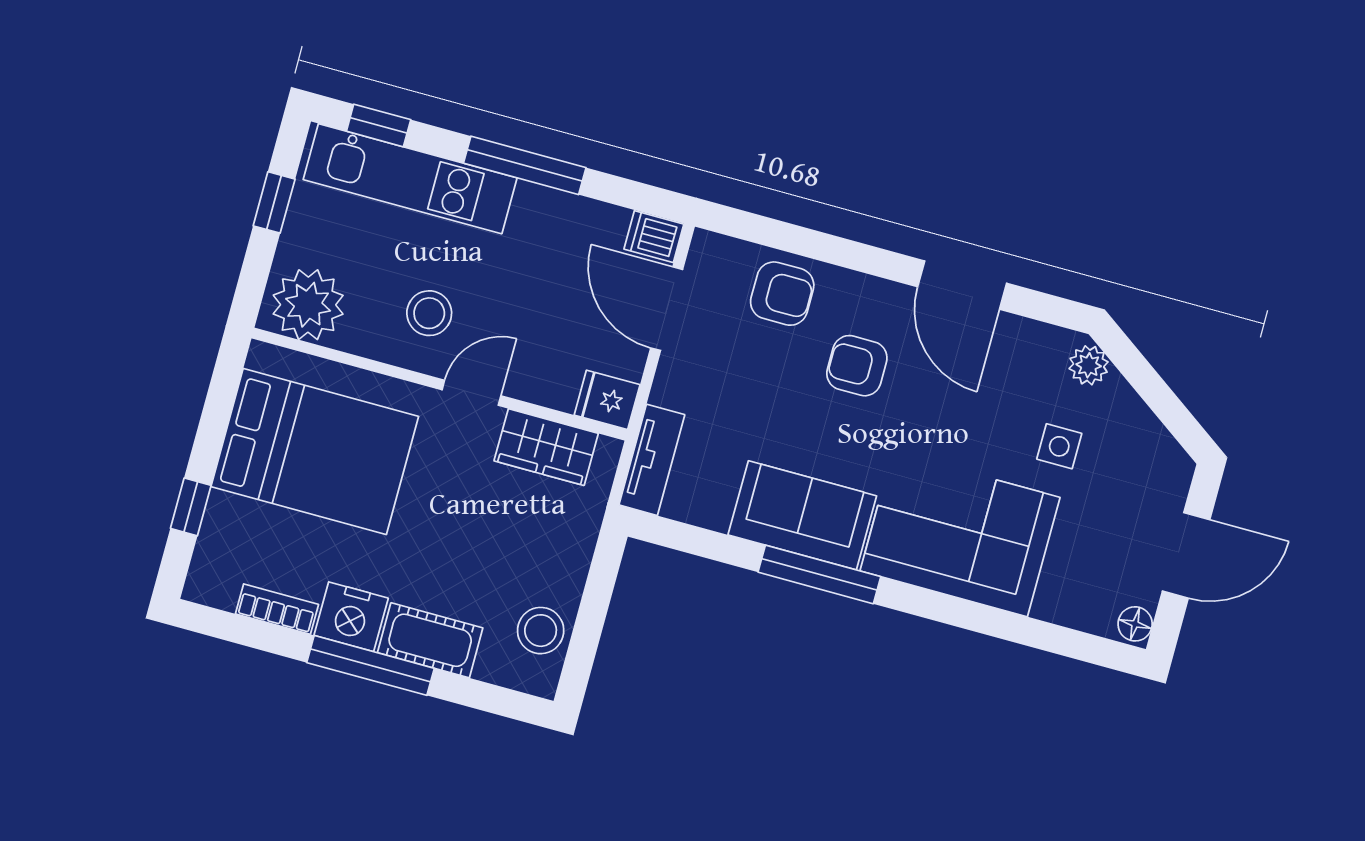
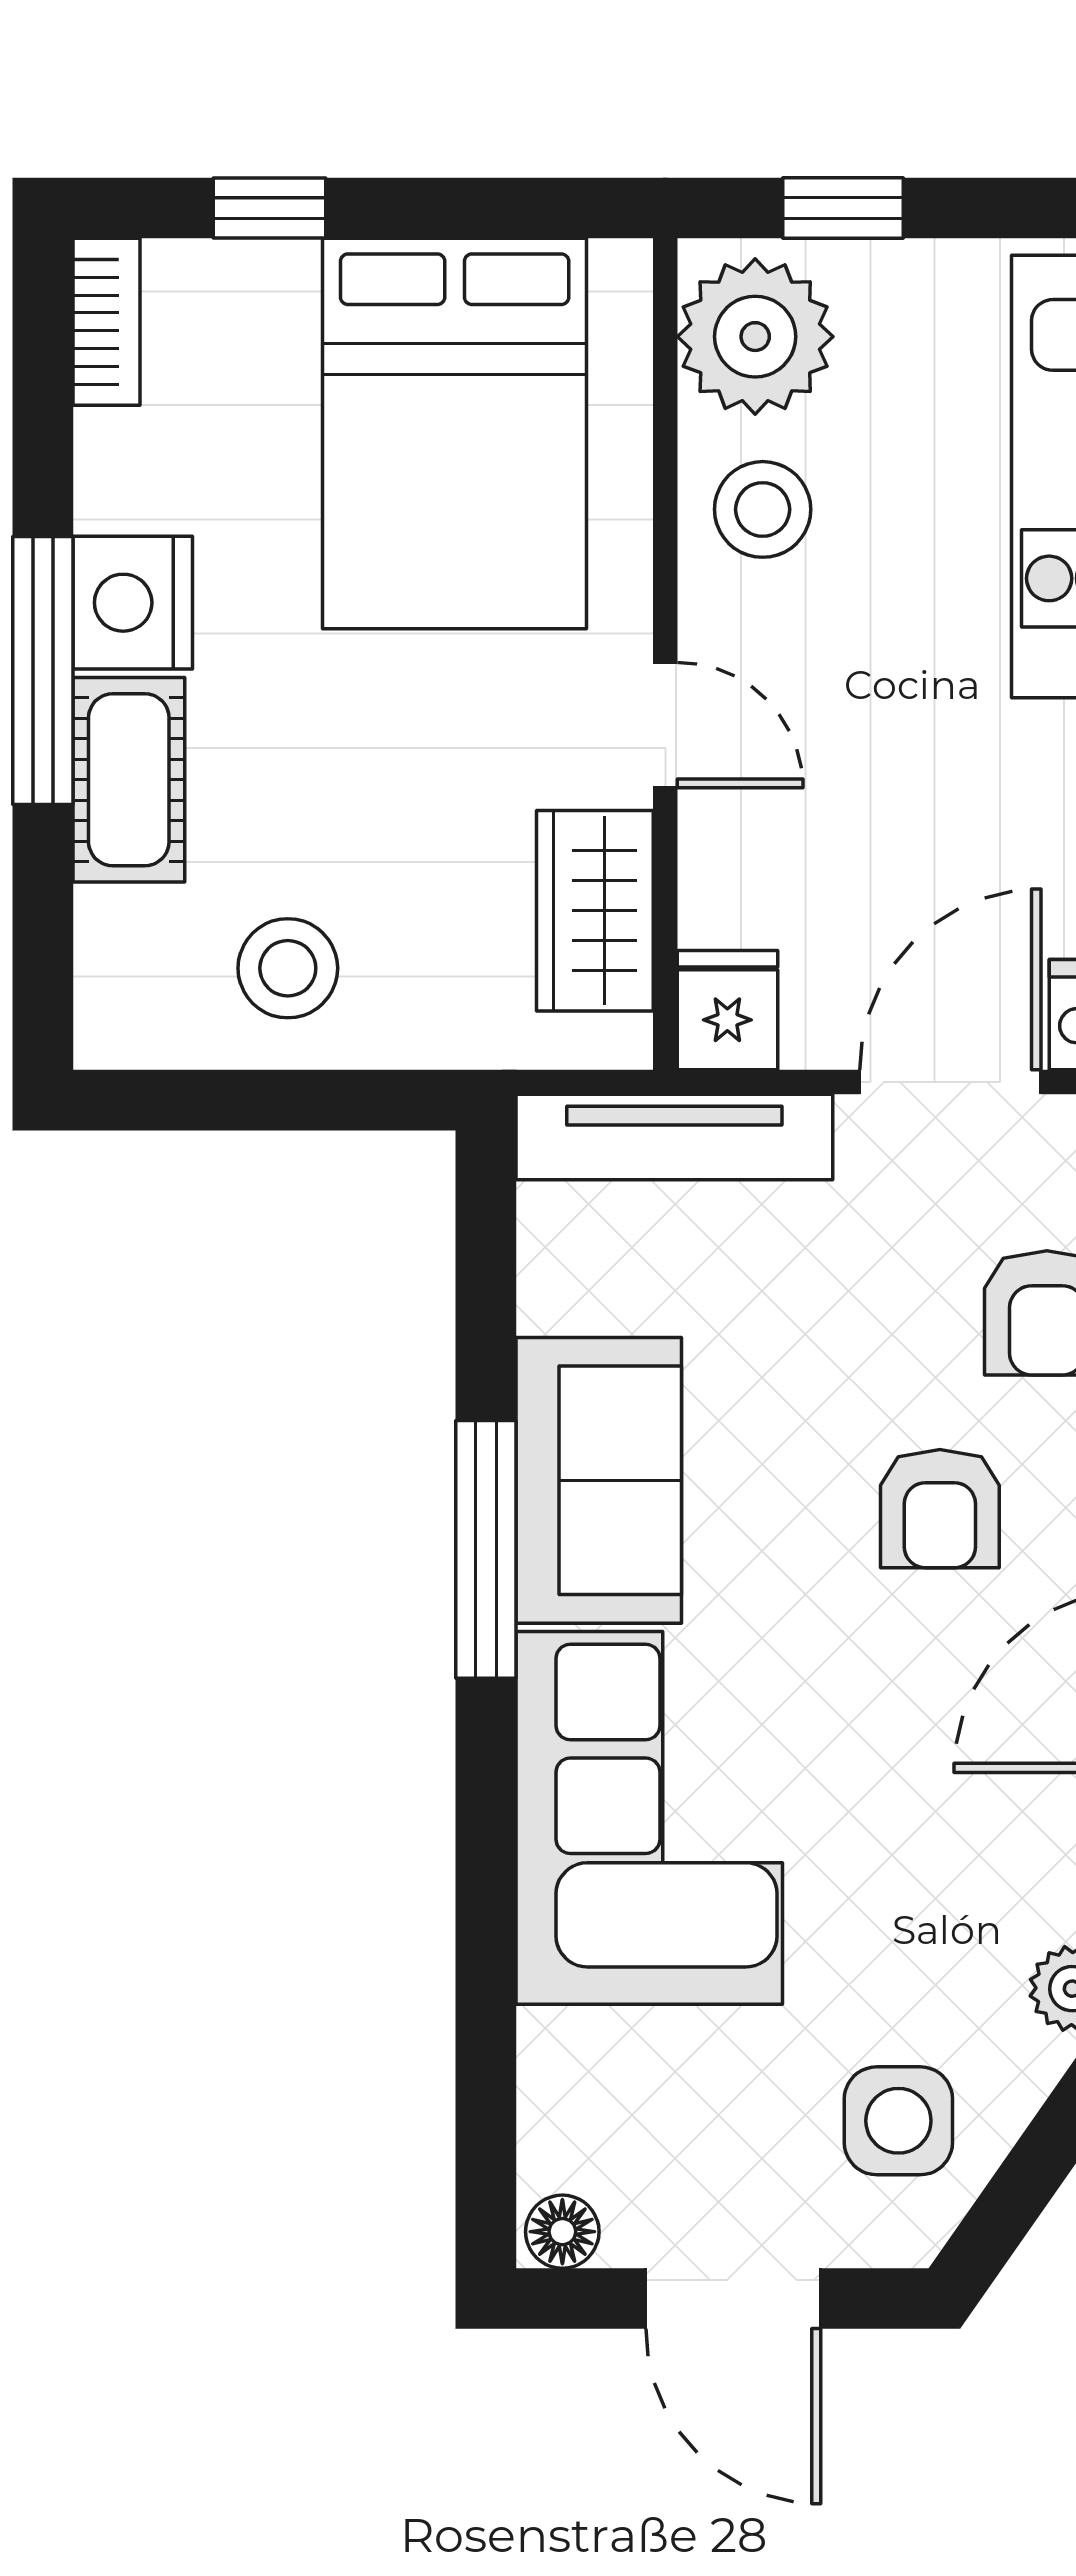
window: (274, 202) -> (843, 208), moved
stool: (429, 313) -> (763, 509), moved
armchair: (857, 366) -> (940, 1509), turned 180
side table: (1059, 446) -> (898, 2121), moved, width x1.37, depth x1.37
tv unit: (652, 460) -> (674, 1137), width x1.41
bookcase: (277, 609) -> (107, 322), moved
stool: (541, 631) -> (288, 968), moved

